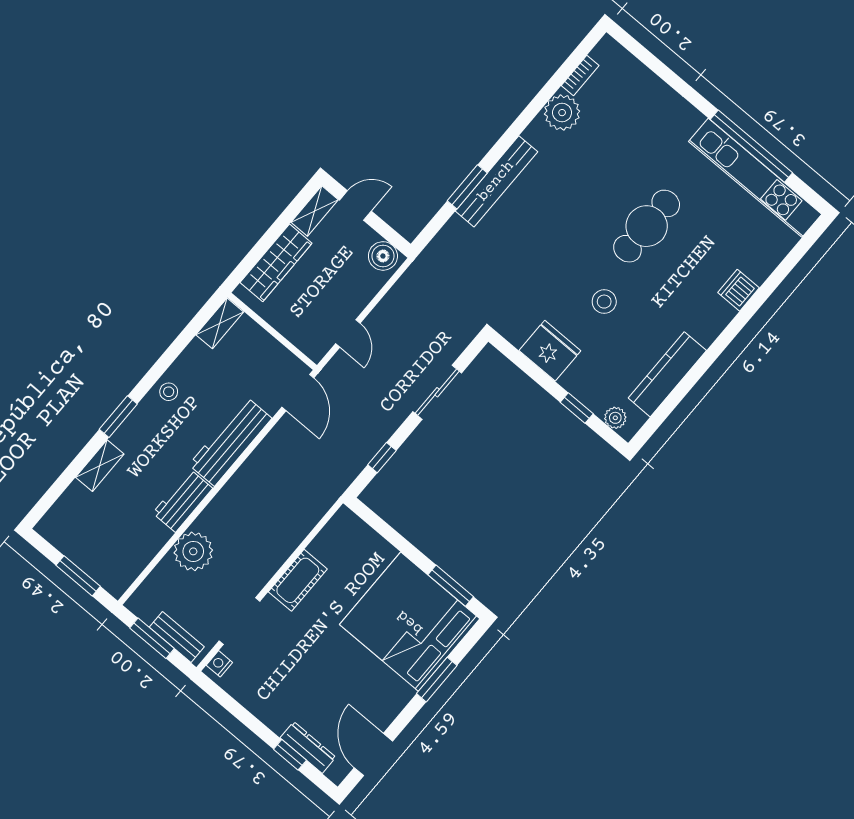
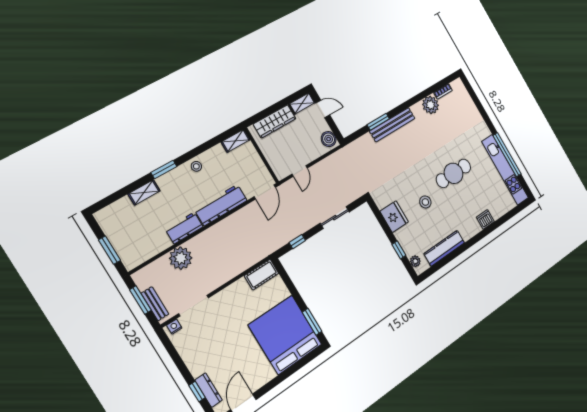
cot: (298, 580) -> (262, 275), moved
window: (437, 680) -> (290, 371), removed

